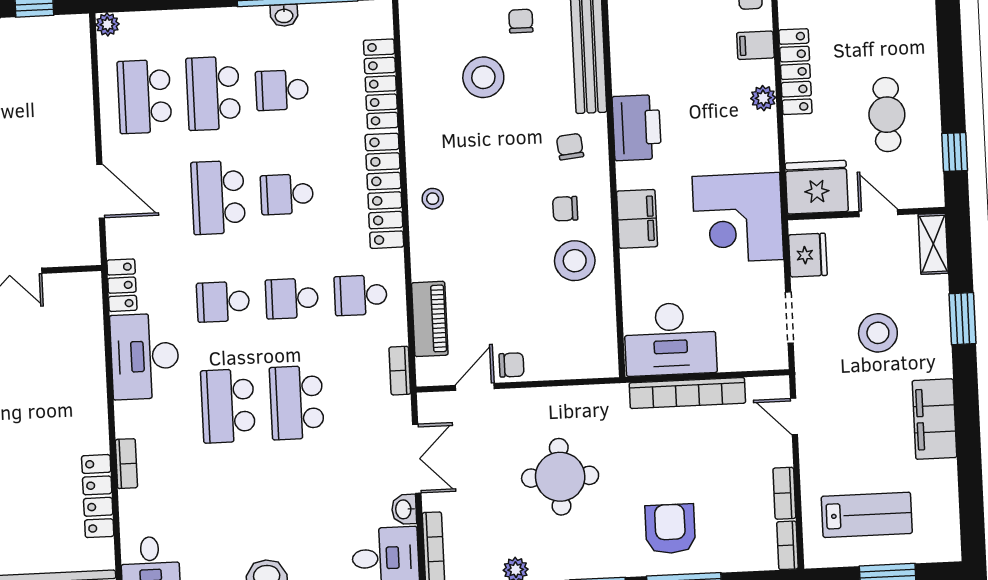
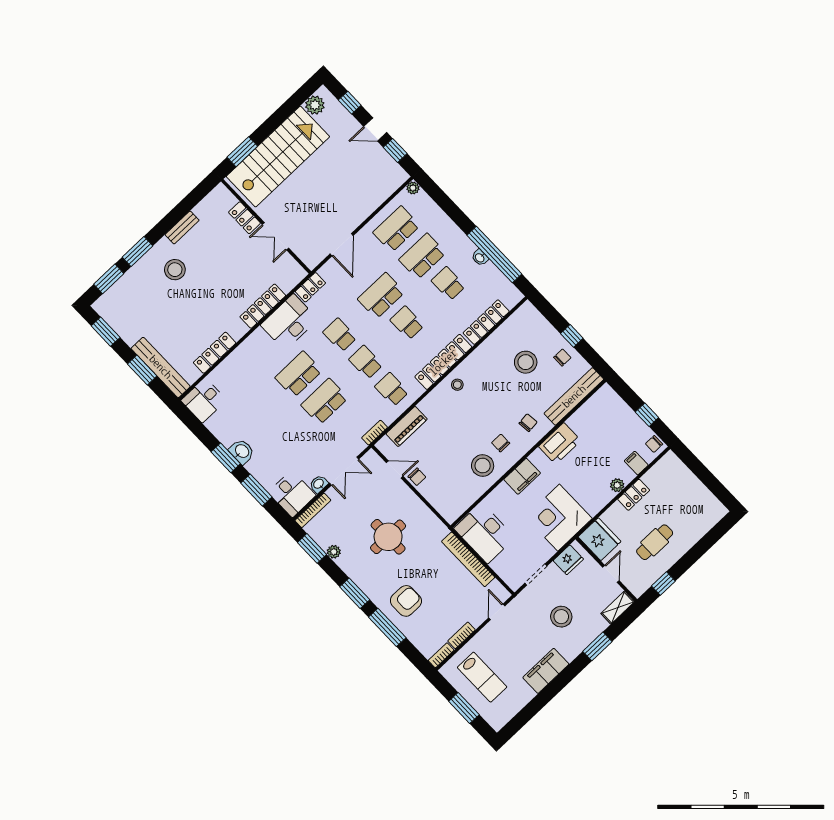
locker: (795, 72) -> (634, 495), width x0.66
locker: (91, 374) -> (263, 306), added
bookcase: (126, 464) -> (238, 353), removed

